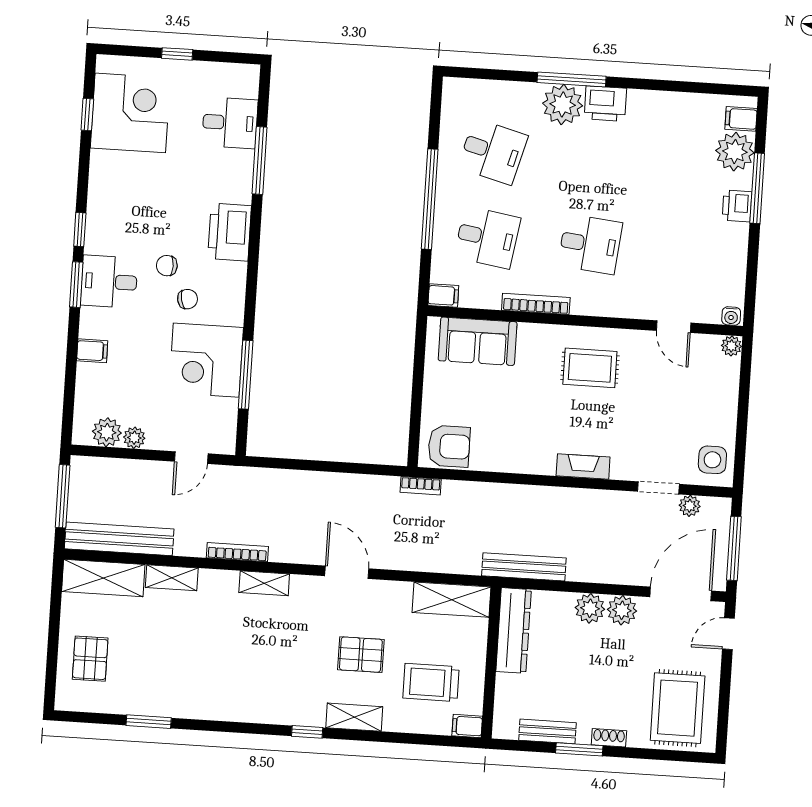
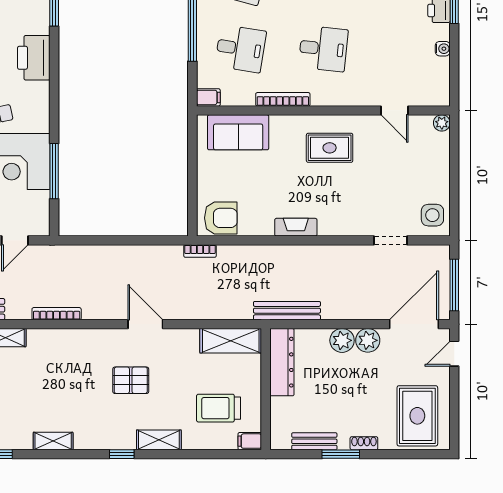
water cooler: (731, 316) -> (443, 49), moved, turned -90
fireplace: (583, 466) -> (296, 227), moved
plant: (690, 506) -> (417, 253), removed
shelving: (264, 583) -> (53, 441), moved
pallet: (361, 655) -> (131, 380), moved

